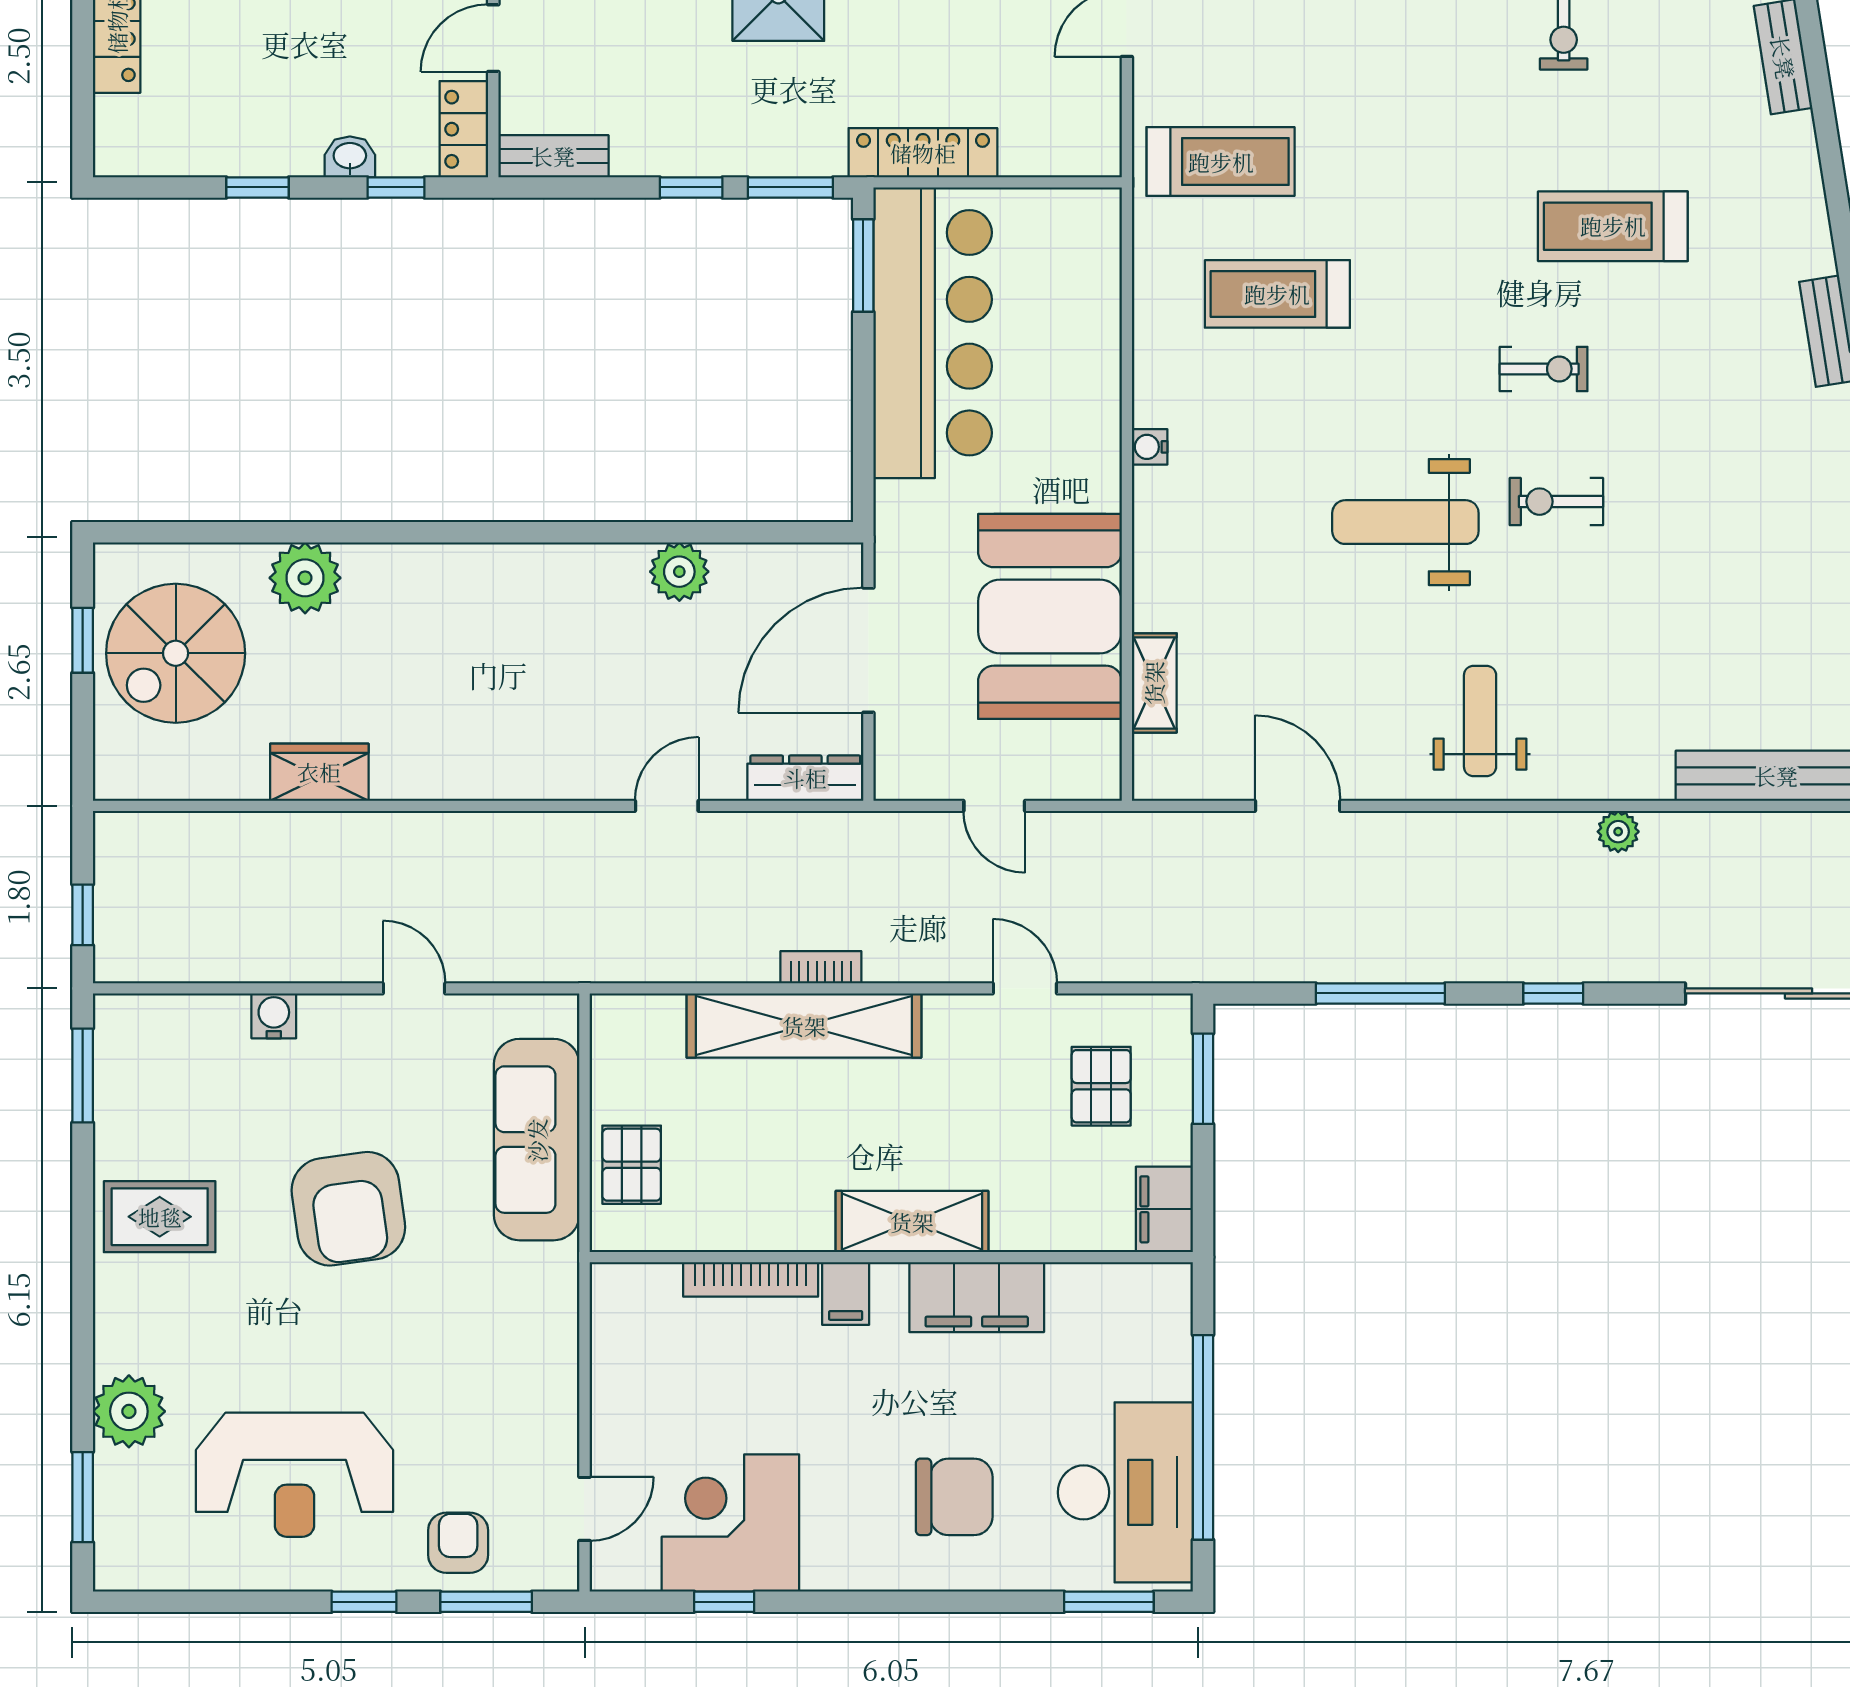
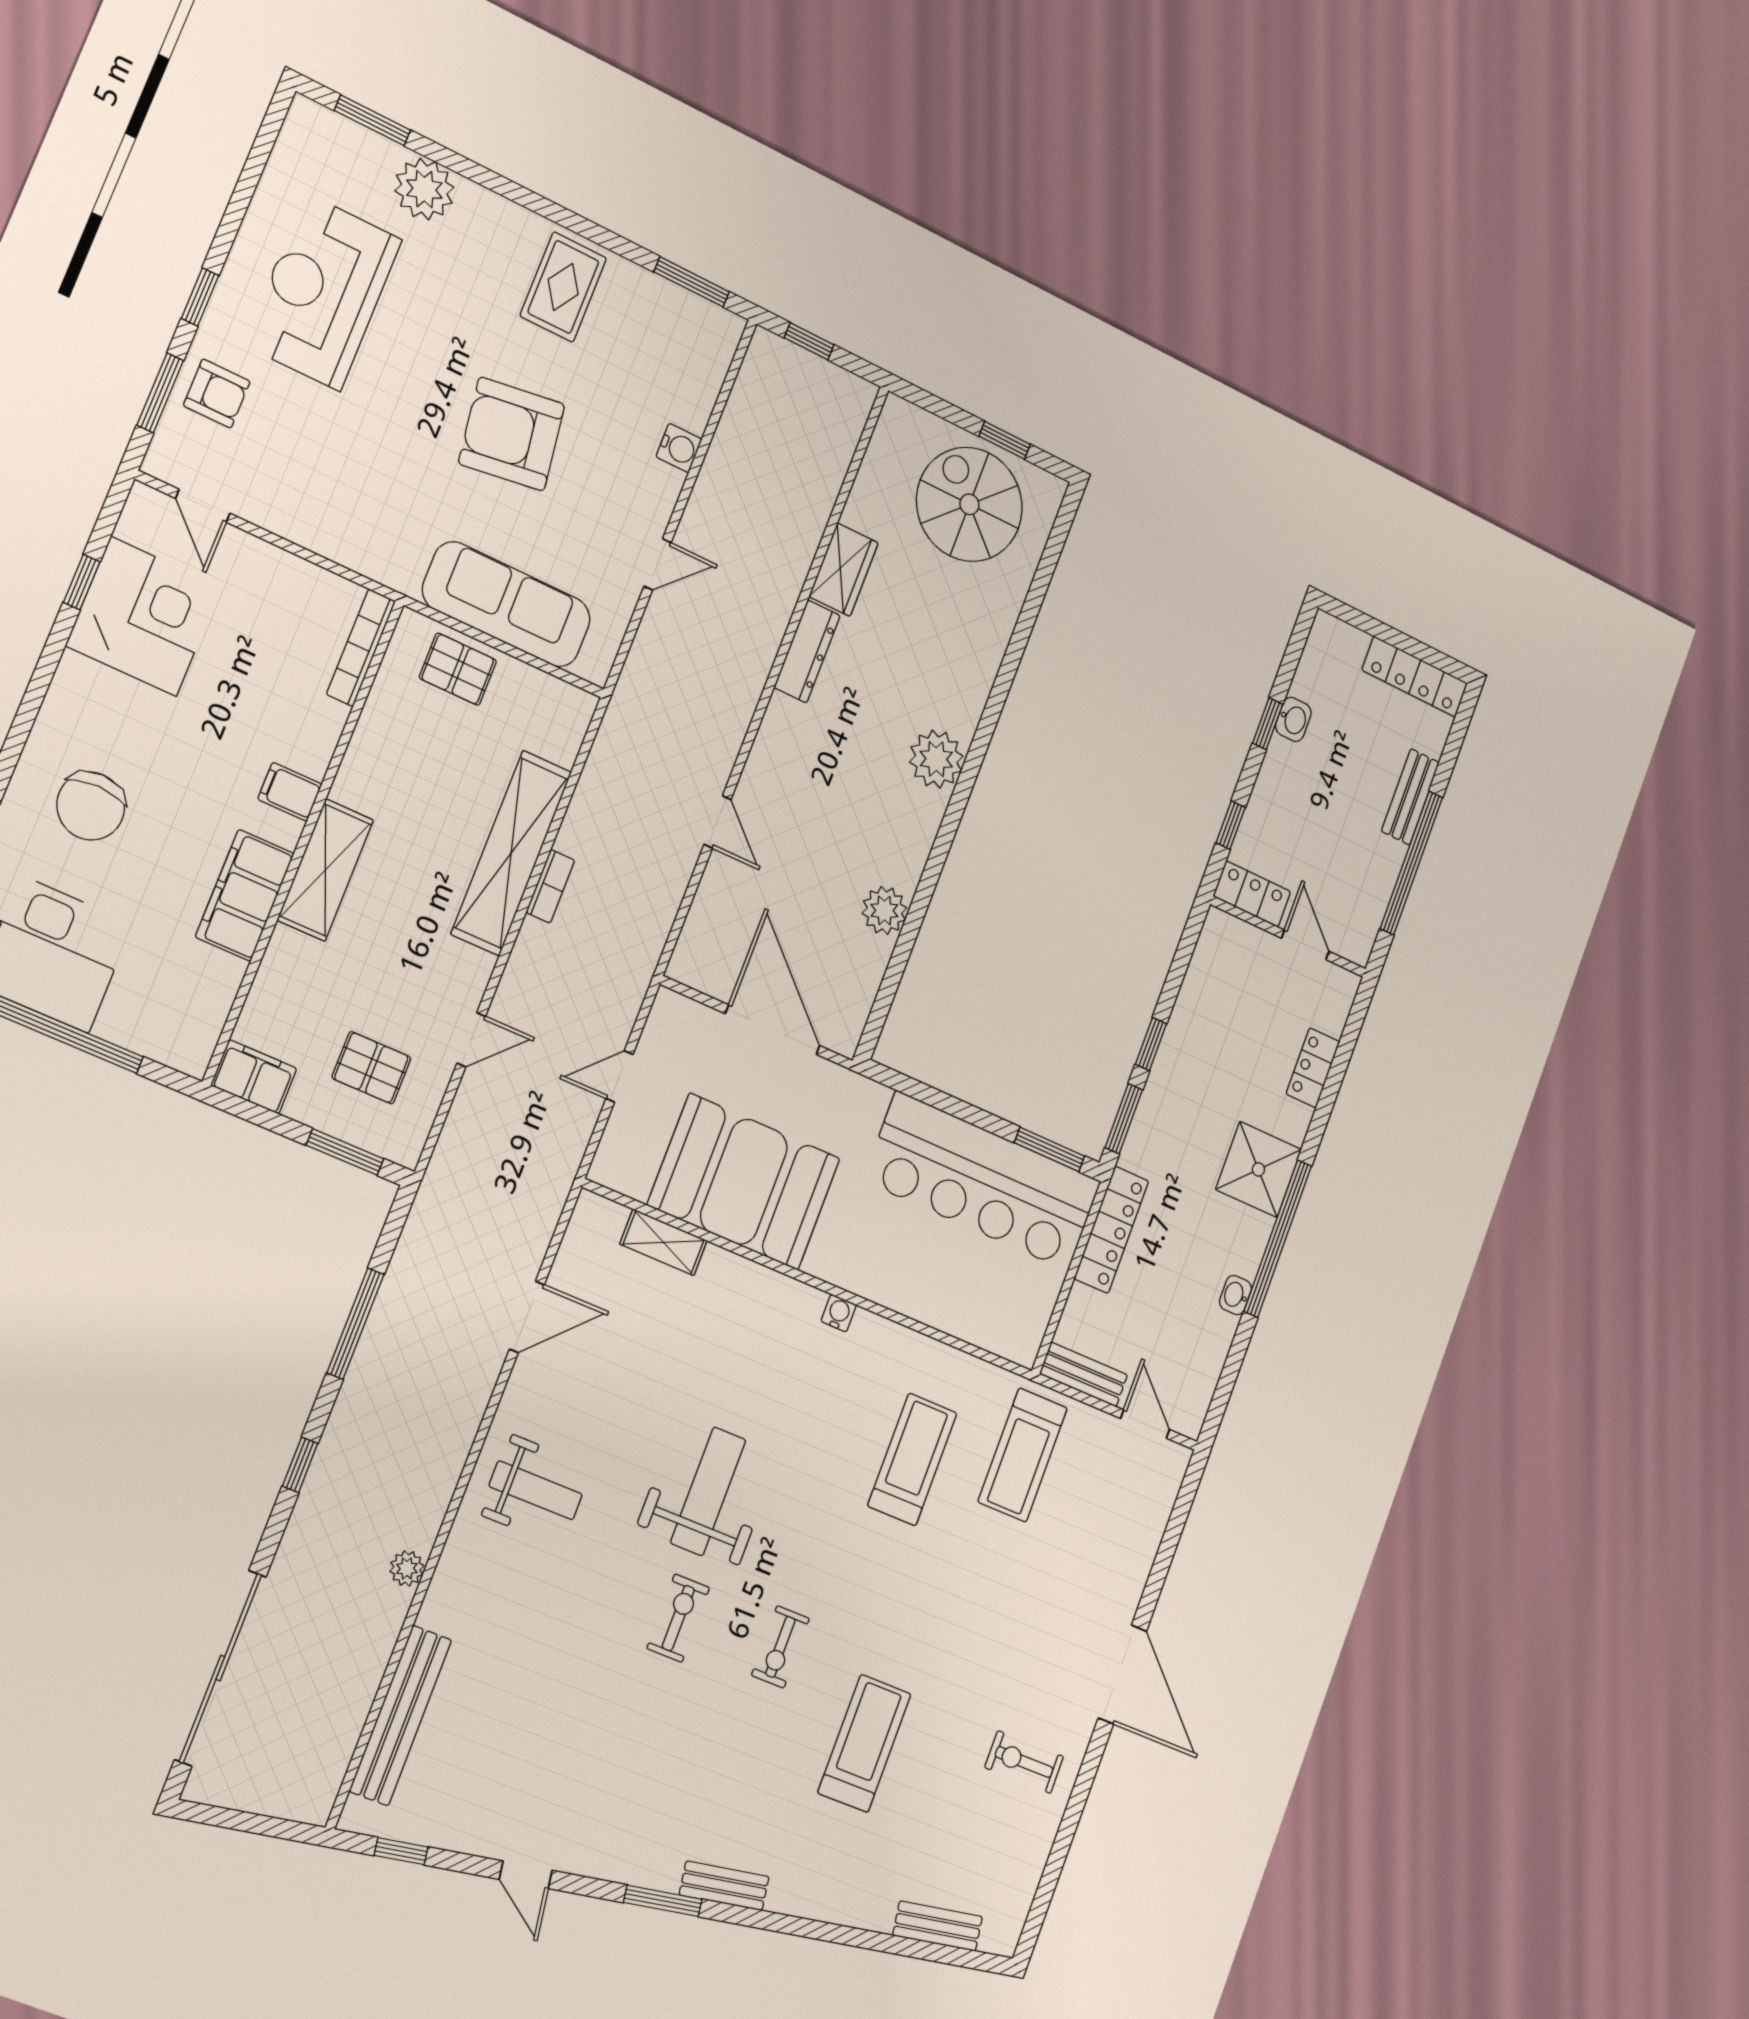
bench: (553, 156) -> (1084, 1374), moved, turned 90
washbasin: (350, 157) -> (1293, 719), moved
plant: (305, 578) -> (936, 759), moved
dresser: (805, 778) -> (807, 651), moved
bookcase: (751, 1279) -> (361, 648), moved

